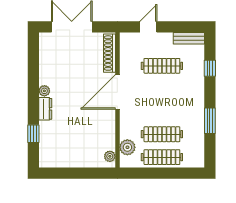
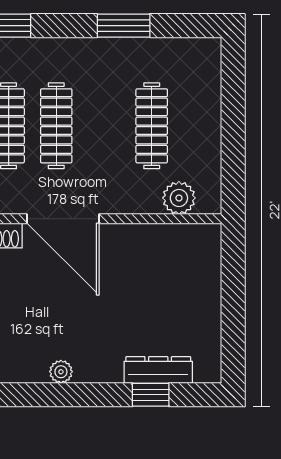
dresser: (45, 109) -> (158, 370), moved, width x1.44
plant: (110, 156) -> (198, 235), removed
clothes rail: (162, 157) -> (56, 126), moved

